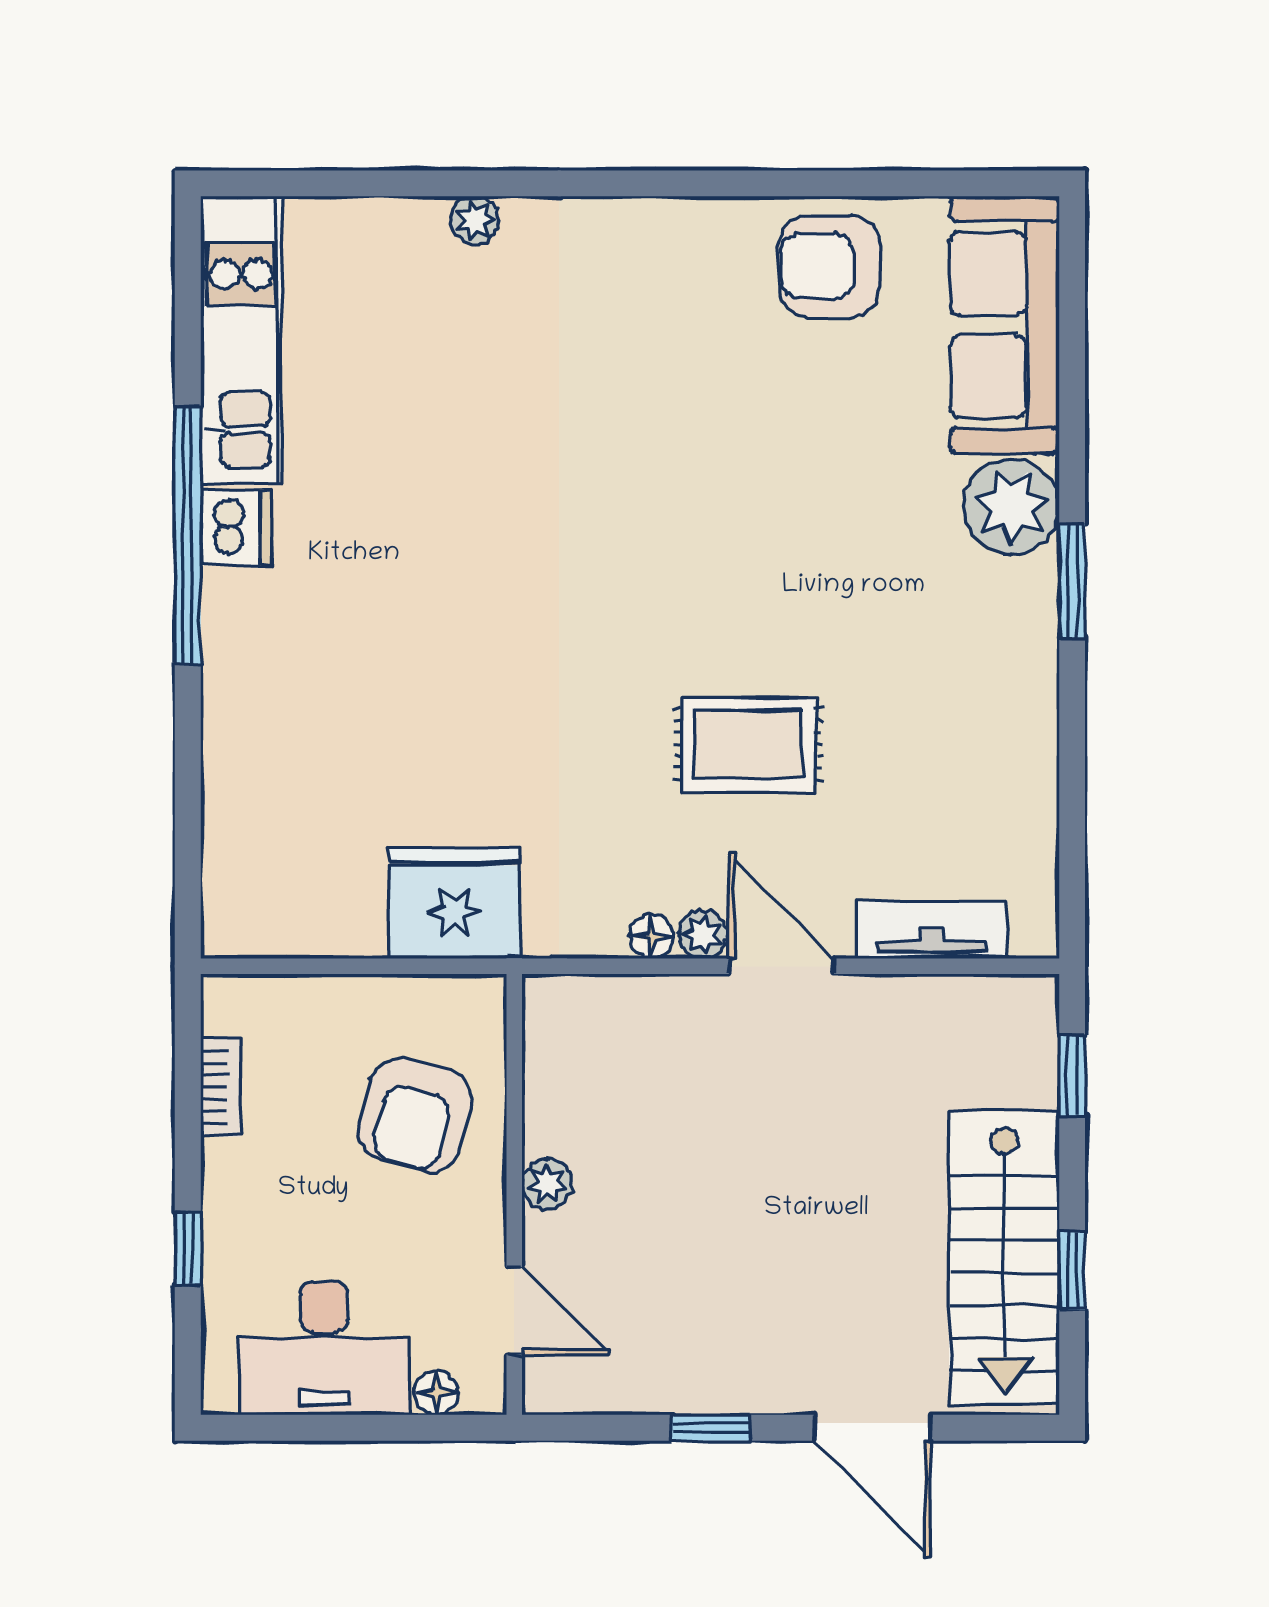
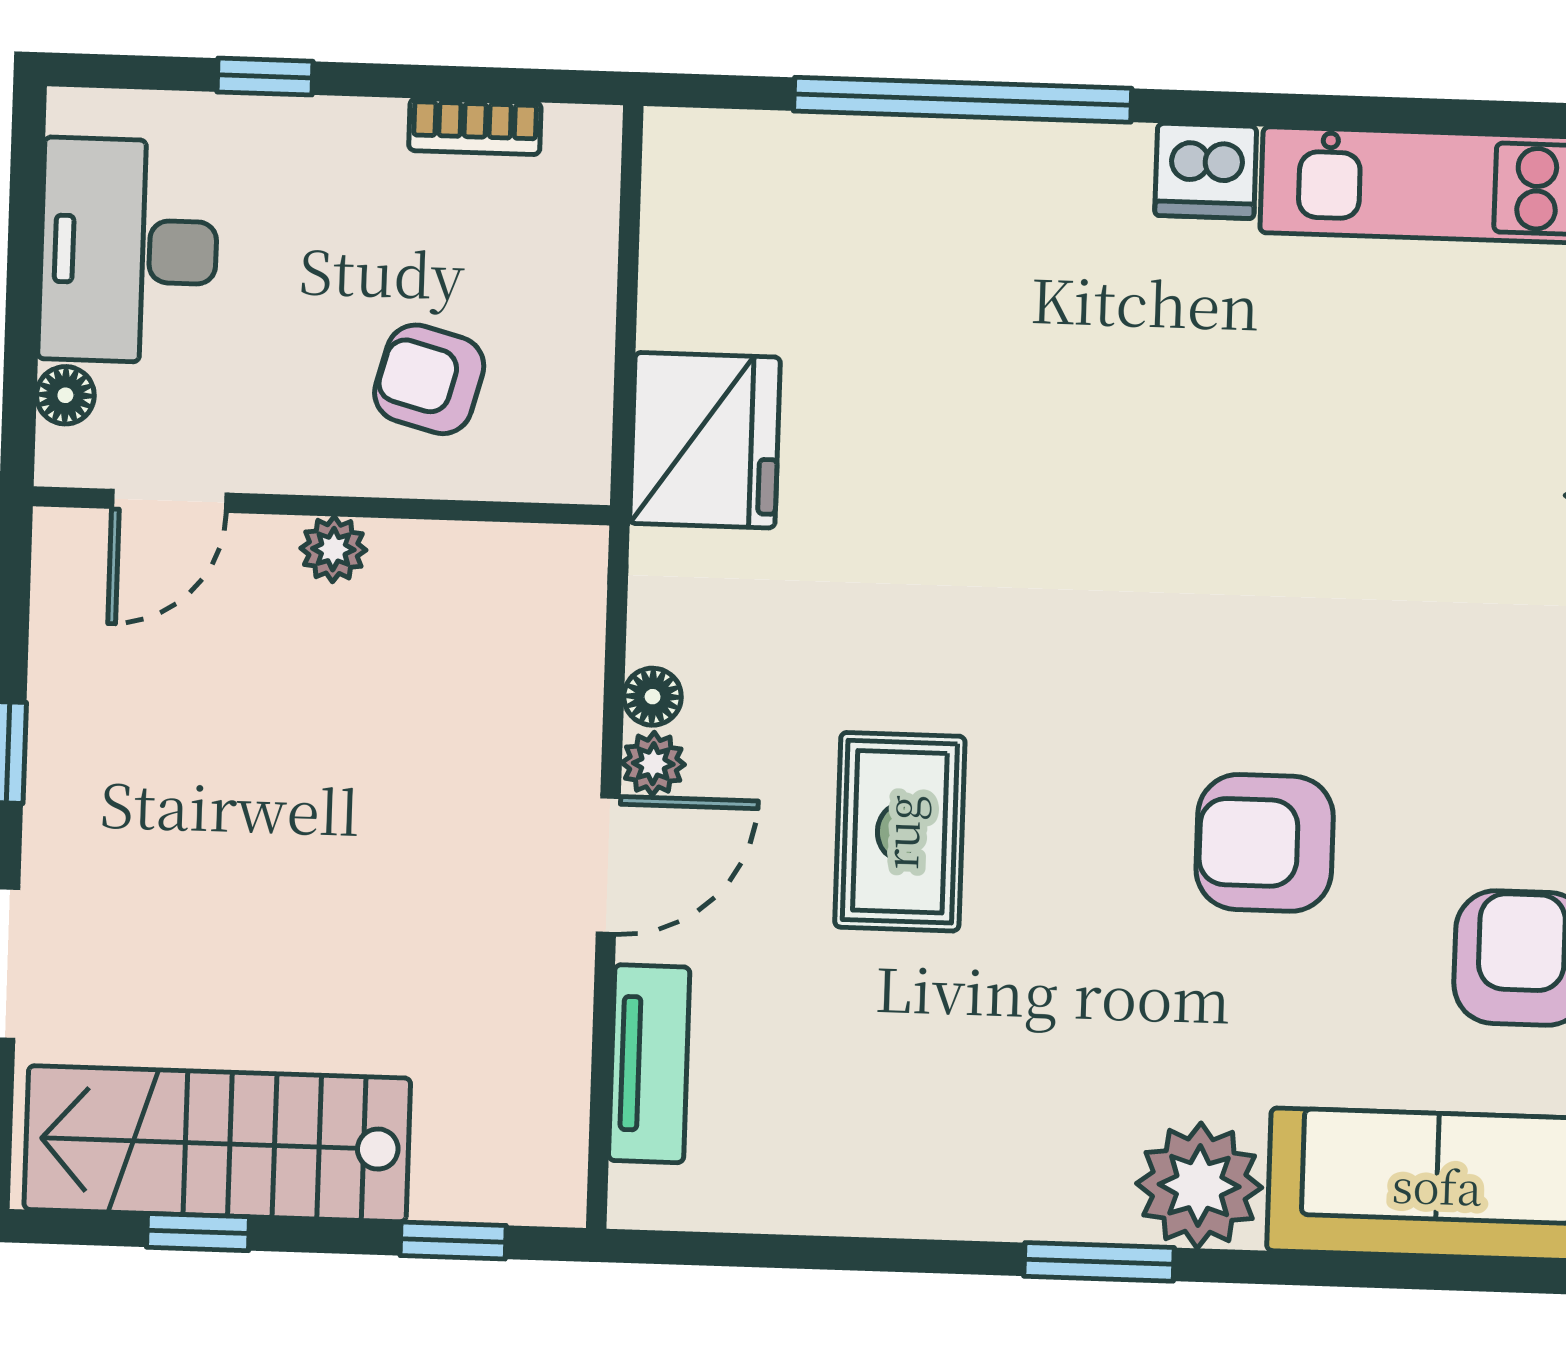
armchair: (748, 465) -> (1265, 843), added
window: (188, 535) -> (963, 100), moved
armchair: (415, 1115) -> (429, 379), width x0.72, depth x0.72

